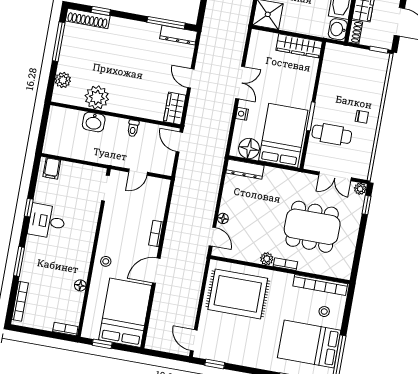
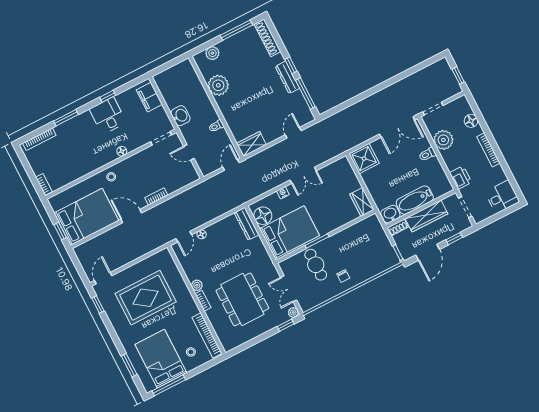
window: (101, 11) -> (291, 65), moved
dresser: (179, 35) -> (287, 77), moved
wardrobe: (299, 46) -> (362, 202), width x0.67
door: (191, 78) -> (293, 133), moved
washbasin: (94, 122) -> (180, 116), moved, turned 180
filing cabinet: (52, 168) -> (149, 97), width x2.00
floor lamp: (80, 285) -> (122, 151), moved
rug: (238, 294) -> (146, 298), moved, turned 90
window: (102, 344) -> (60, 231), moved

